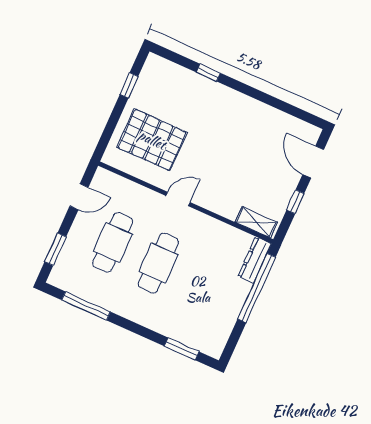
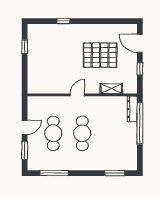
pallet: (152, 140) -> (100, 55), moved
door: (79, 197) -> (25, 127), moved
shelving: (256, 222) -> (111, 89), moved

